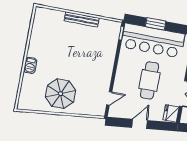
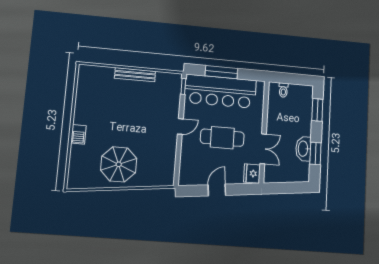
window: (156, 24) -> (221, 72), width x1.44
cafe table: (149, 80) -> (222, 138), turned 90
door: (109, 98) -> (180, 126), moved

